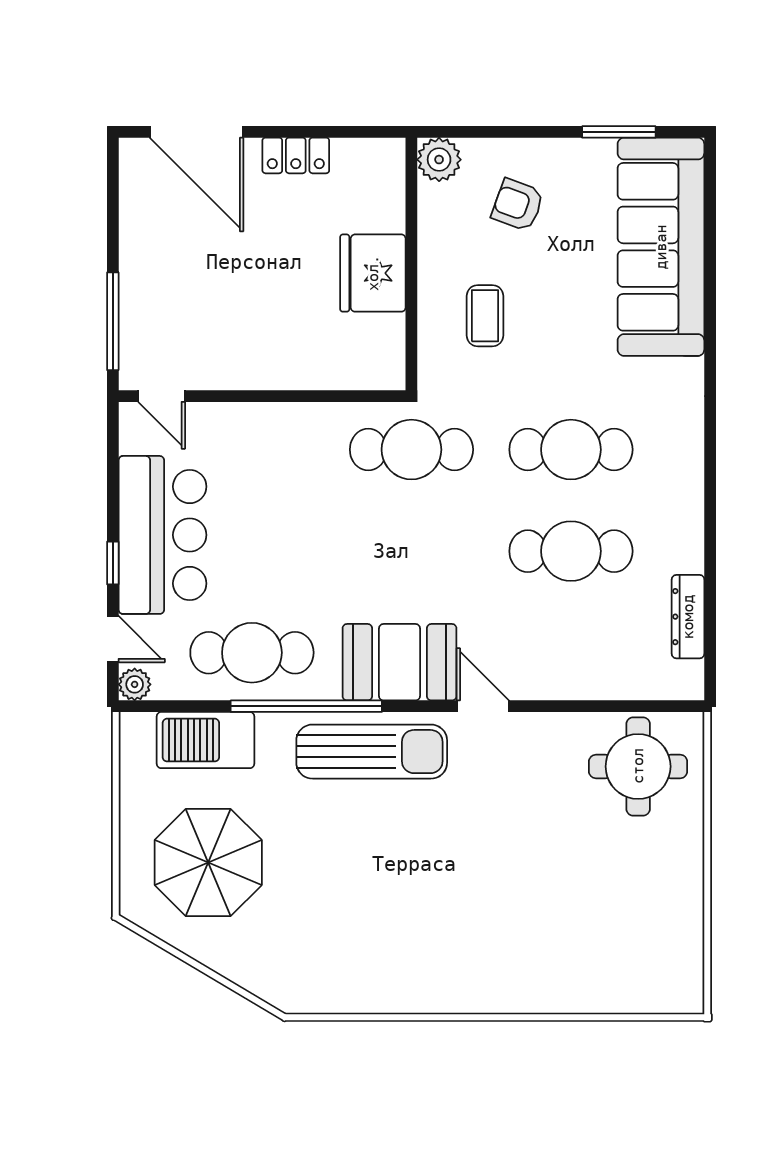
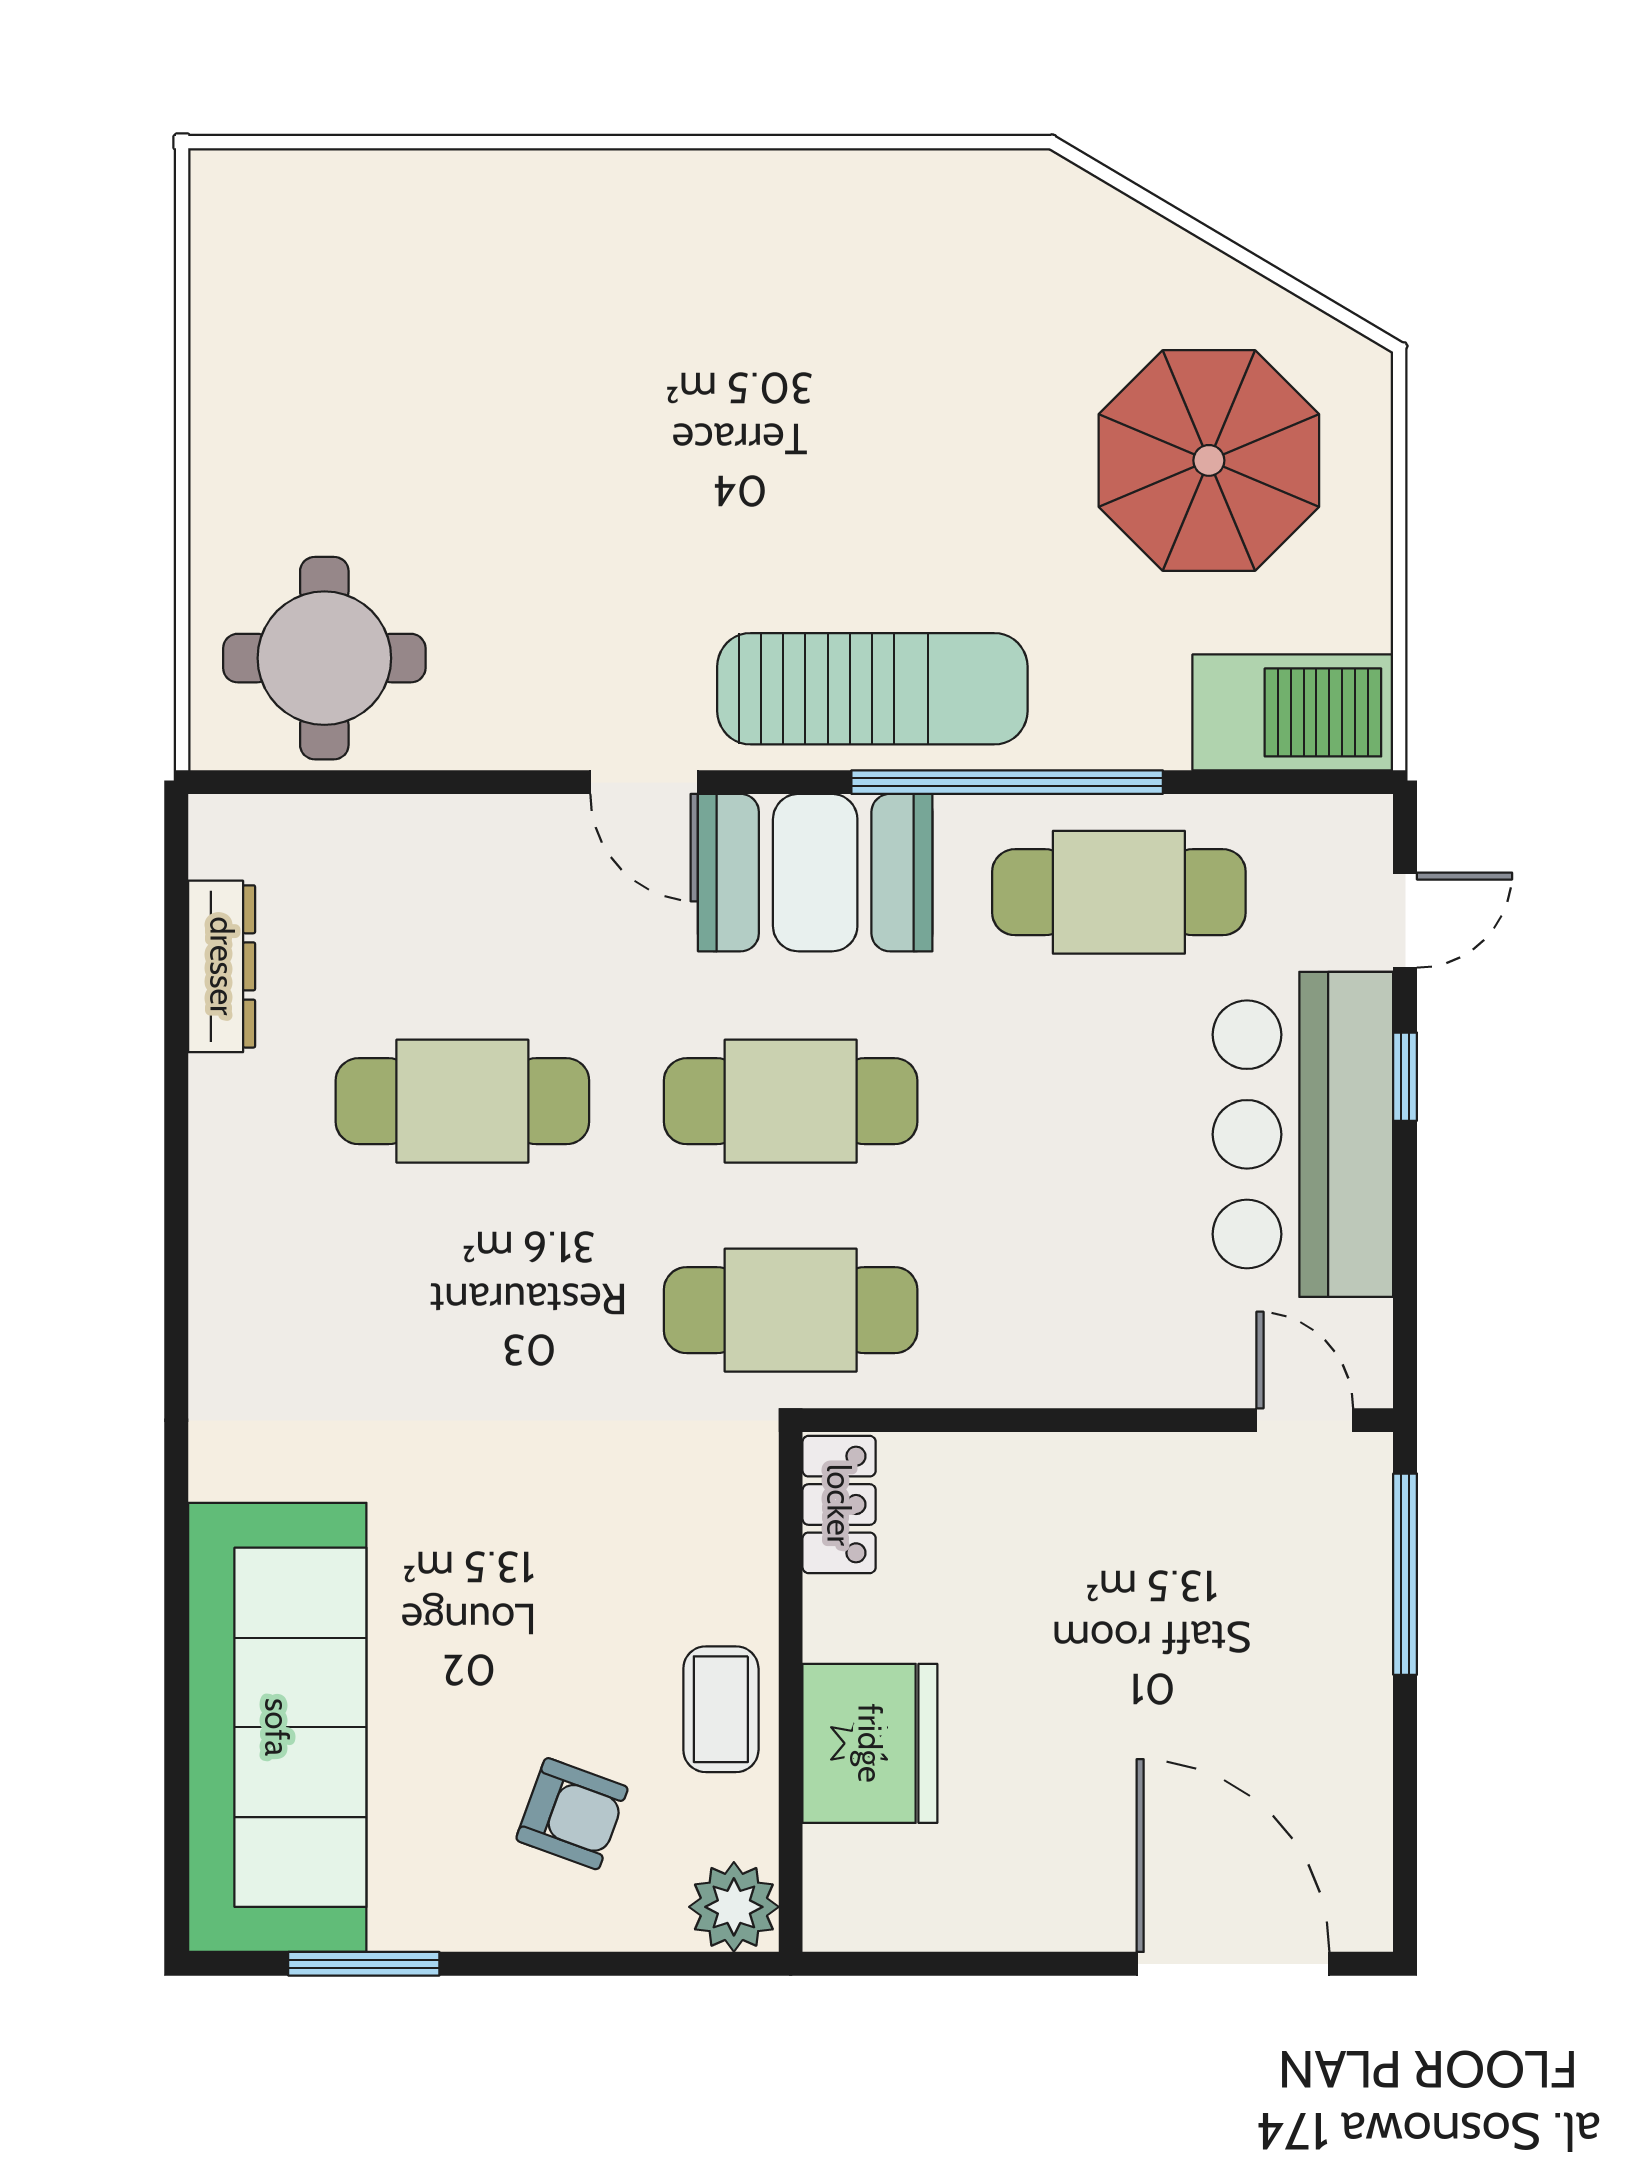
locker: (296, 155) -> (839, 1505), moved, turned 90
fridge: (373, 273) -> (870, 1743), moved
coffee table: (485, 316) -> (721, 1709), moved
cafe table: (571, 450) -> (791, 1101), moved
door: (113, 639) -> (1405, 920), swing flipped
plant: (135, 684) -> (1360, 827), removed
barbecue: (206, 740) -> (1293, 712), moved
sun lounger: (372, 752) -> (872, 689), turned 180

